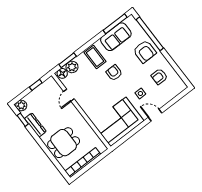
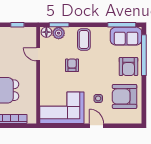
sofa: (116, 37) -> (126, 36), moved
armchair: (114, 73) -> (72, 65), moved
armchair: (159, 77) -> (125, 96), width x1.88, depth x1.88
door: (69, 95) -> (38, 54), hinge flipped

